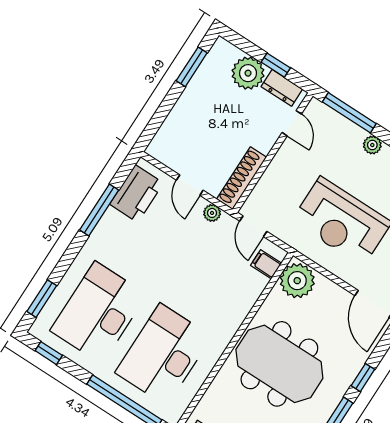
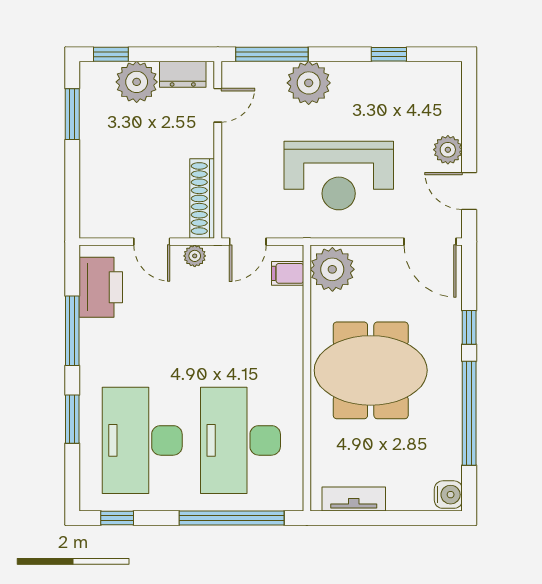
window: (276, 65) -> (111, 54), moved
door: (292, 123) -> (218, 105), hinge flipped
plant: (372, 145) -> (309, 83), width x1.88, depth x1.88
door: (253, 226) -> (248, 242), hinge flipped
window: (42, 299) -> (72, 419), moved

